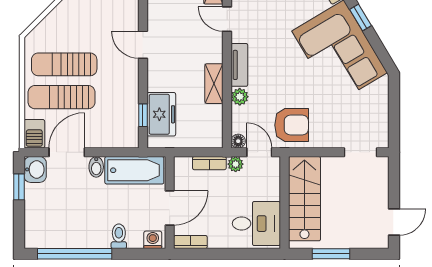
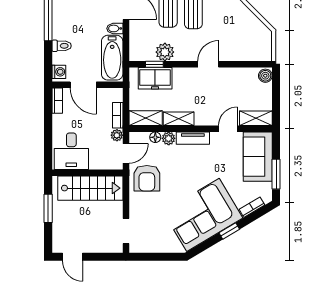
plant: (127, 101) -> (165, 52), added
shelving: (213, 127) -> (146, 118), added
floor lamp: (238, 141) -> (155, 137), moved

